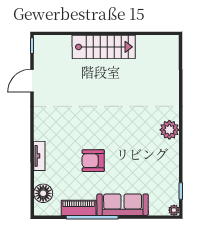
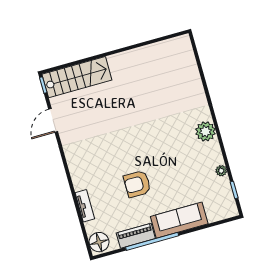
stairs: (104, 47) -> (77, 77), moved
tv unit: (39, 156) -> (85, 206), moved
floor lamp: (43, 193) -> (99, 242), moved
plant: (174, 210) -> (221, 171), moved

